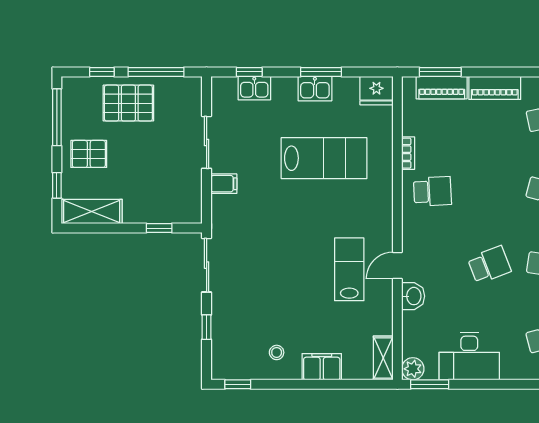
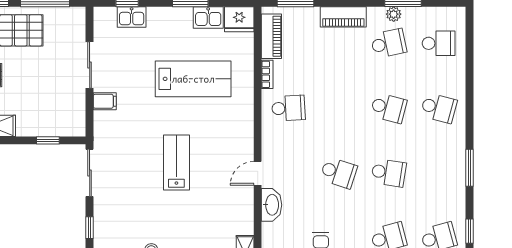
piano: (442, 88) -> (271, 36), moved, turned -90
kitchen sink: (315, 89) -> (208, 18), moved
school desk: (489, 265) -> (339, 173), turned 39
lab bench: (349, 269) -> (176, 163), moved
washbasin: (413, 296) -> (271, 205), width x1.38

